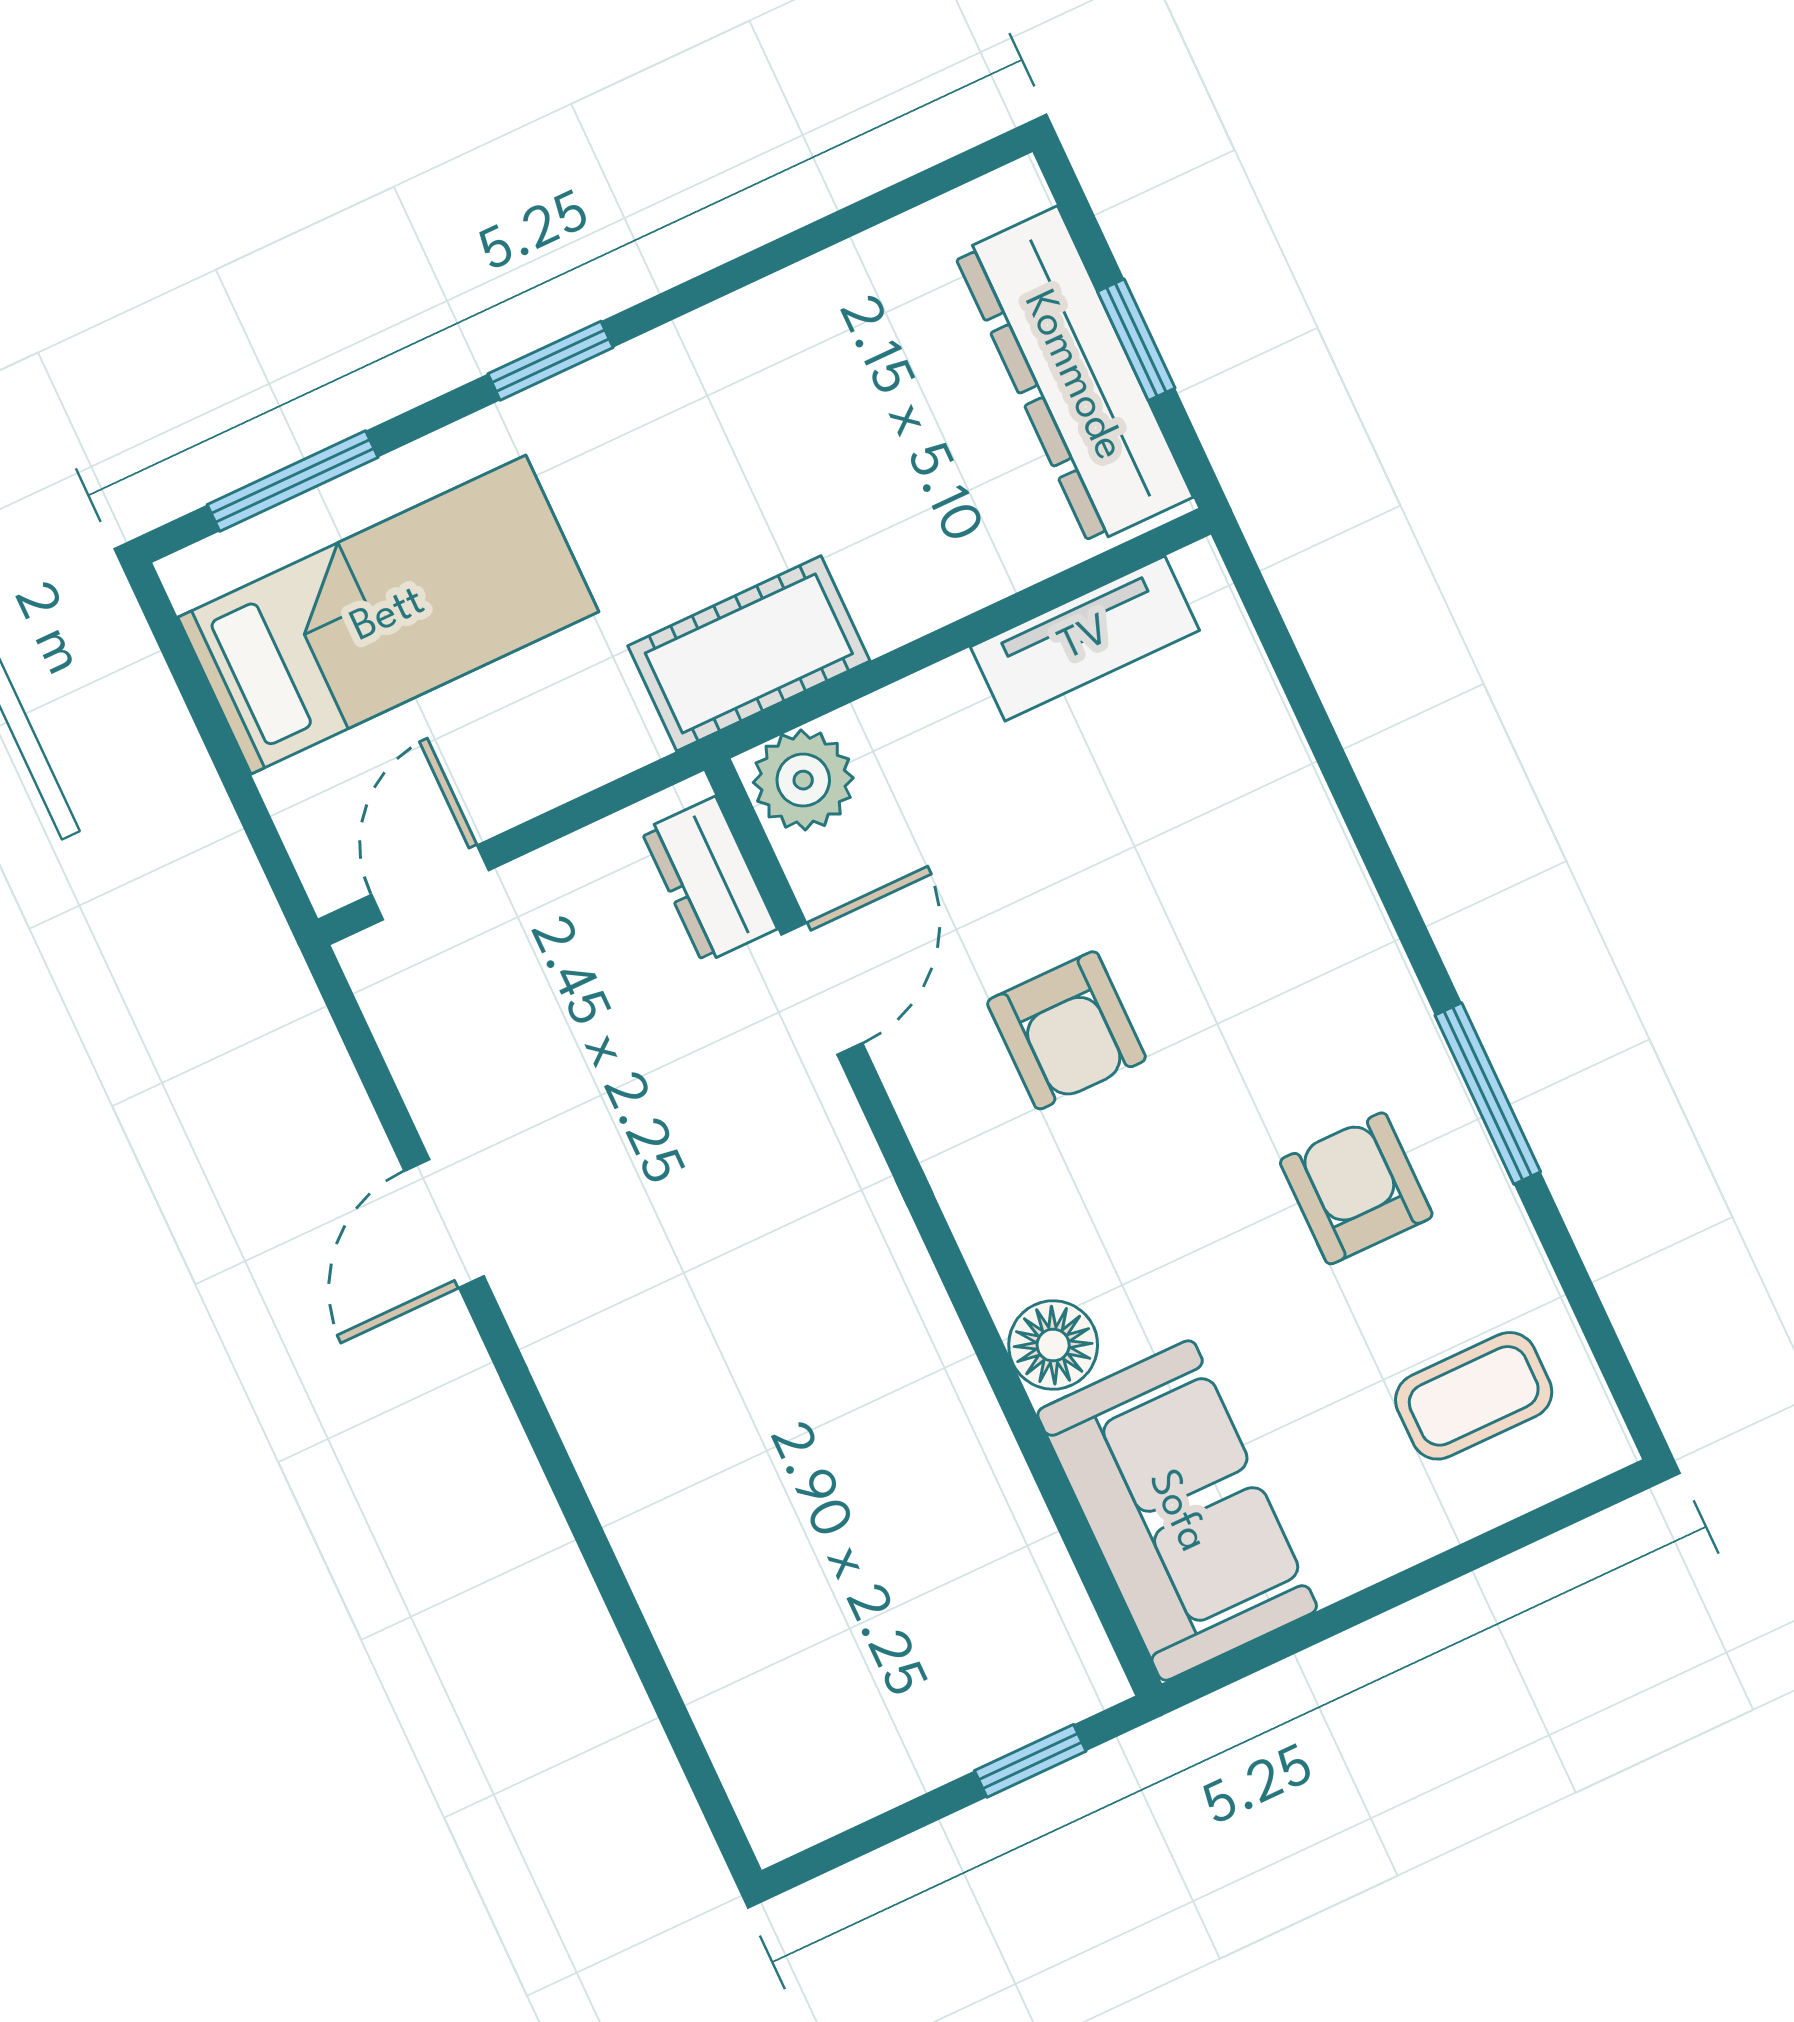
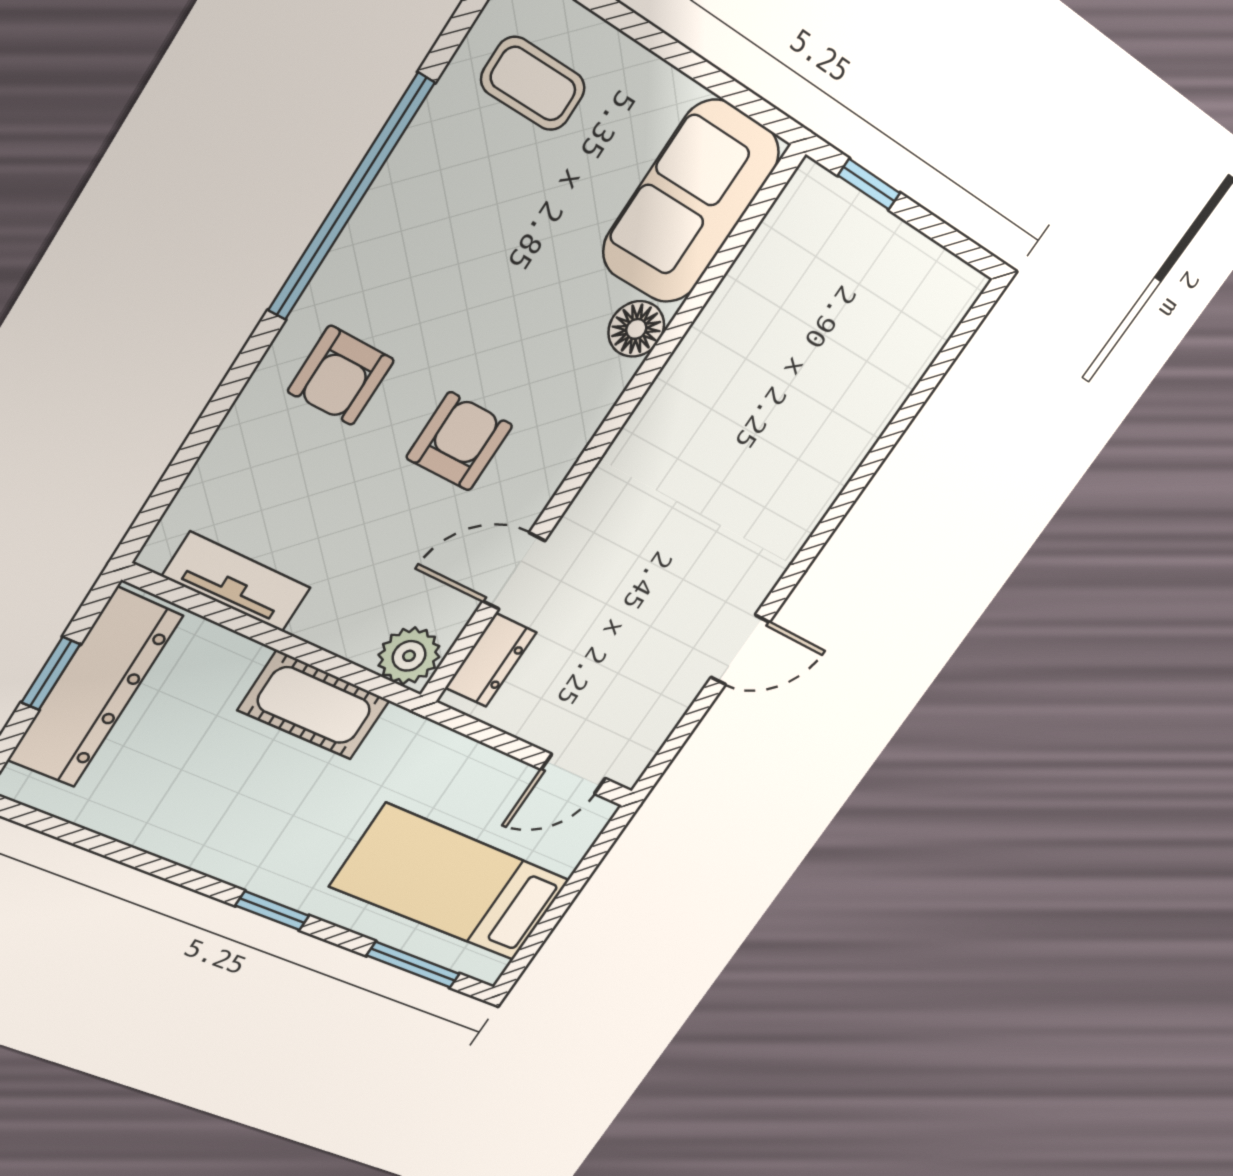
cot: (749, 653) -> (314, 705), moved
window: (1488, 1094) -> (351, 198), width x2.11
armchair: (1356, 1188) -> (341, 376), moved

